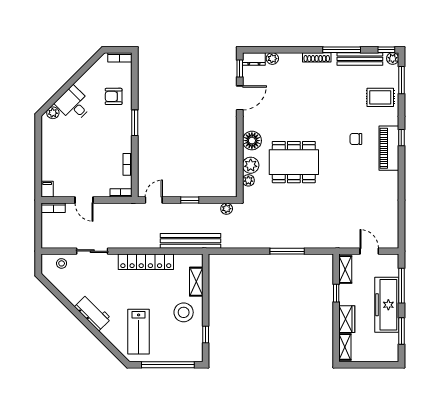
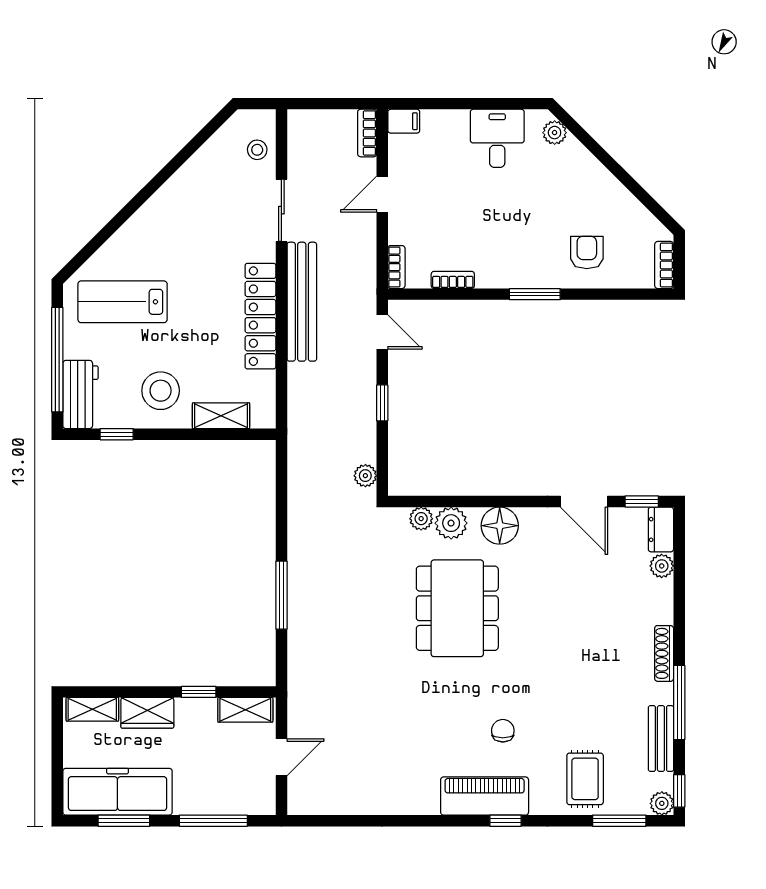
bench: (360, 59) -> (661, 738), width x0.73
desk: (74, 104) -> (497, 138), moved, turned -45
bench: (190, 241) -> (302, 302), moved
freezer: (387, 305) -> (117, 792), moved
workbench: (93, 313) -> (81, 394), moved, turned -45

